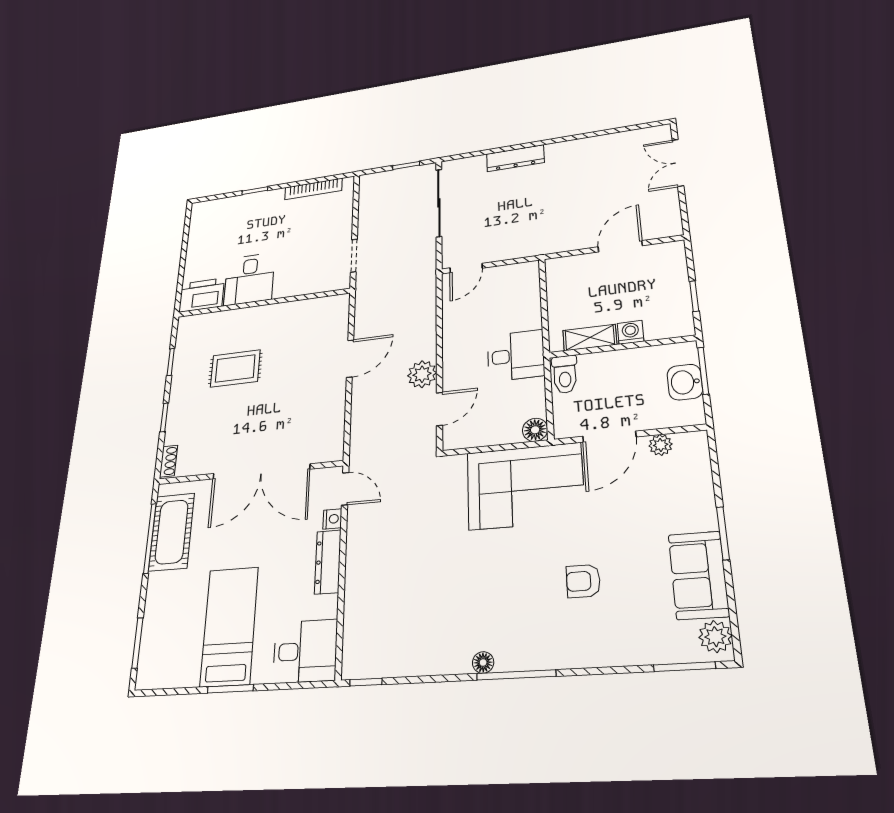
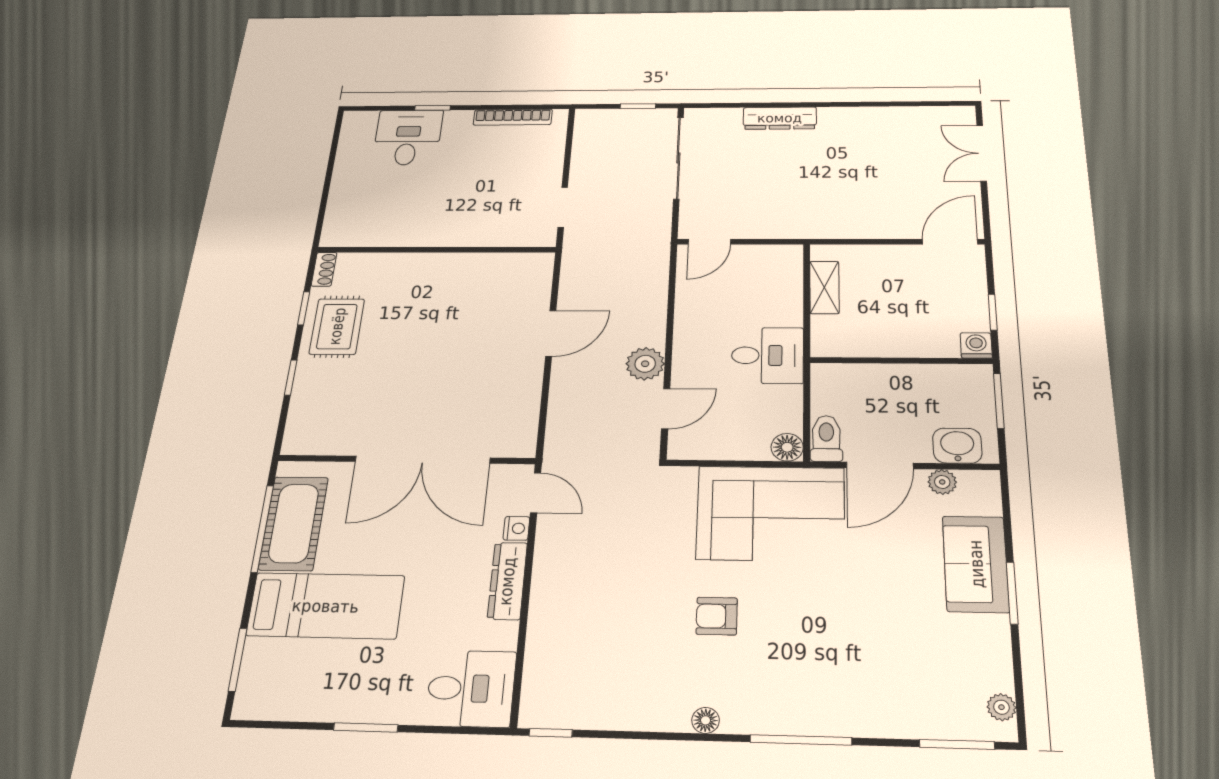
door: (620, 246) -> (950, 242), moved
desk: (249, 279) -> (408, 137), moved, turned 180
printer: (202, 295) -> (352, 229), removed
washing machine: (631, 332) -> (976, 345), moved
shelving: (590, 338) -> (824, 287), moved, turned 90
rug: (235, 368) -> (337, 326), moved, turned 90
toilet: (565, 374) -> (826, 438), moved, turned 180
washbasin: (685, 382) -> (957, 446), moved, turned 90
shoe rack: (168, 461) -> (324, 269), moved
sofa: (698, 575) -> (976, 564), moved
armchair: (583, 581) -> (717, 616), moved
bed: (229, 626) -> (326, 606), moved, turned 90
plant: (715, 637) -> (1001, 707), width x0.73, depth x0.73
window: (516, 675) -> (801, 740), moved

